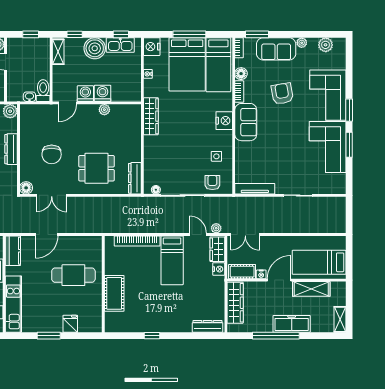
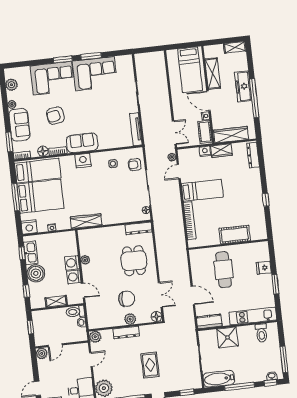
shelving: (58, 52) -> (56, 301), moved
plant: (27, 156) -> (130, 319), added
wardrobe: (217, 249) -> (221, 151), moved

